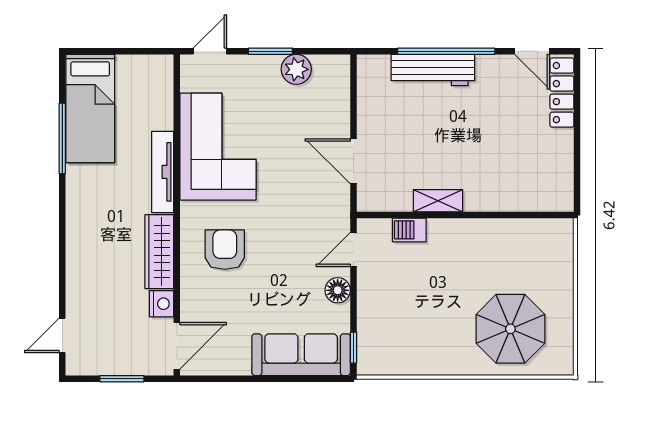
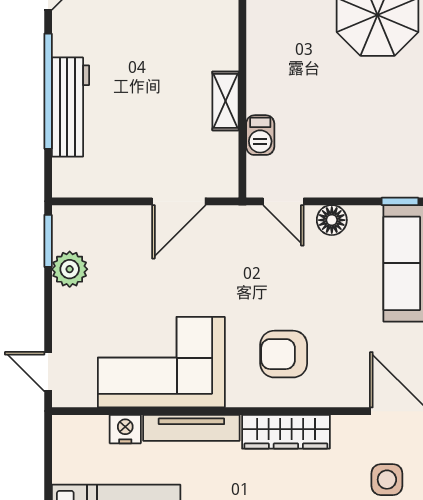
window: (270, 51) -> (48, 241), moved
nightstand: (162, 304) -> (125, 429), moved
side table: (119, 337) -> (387, 480), added

